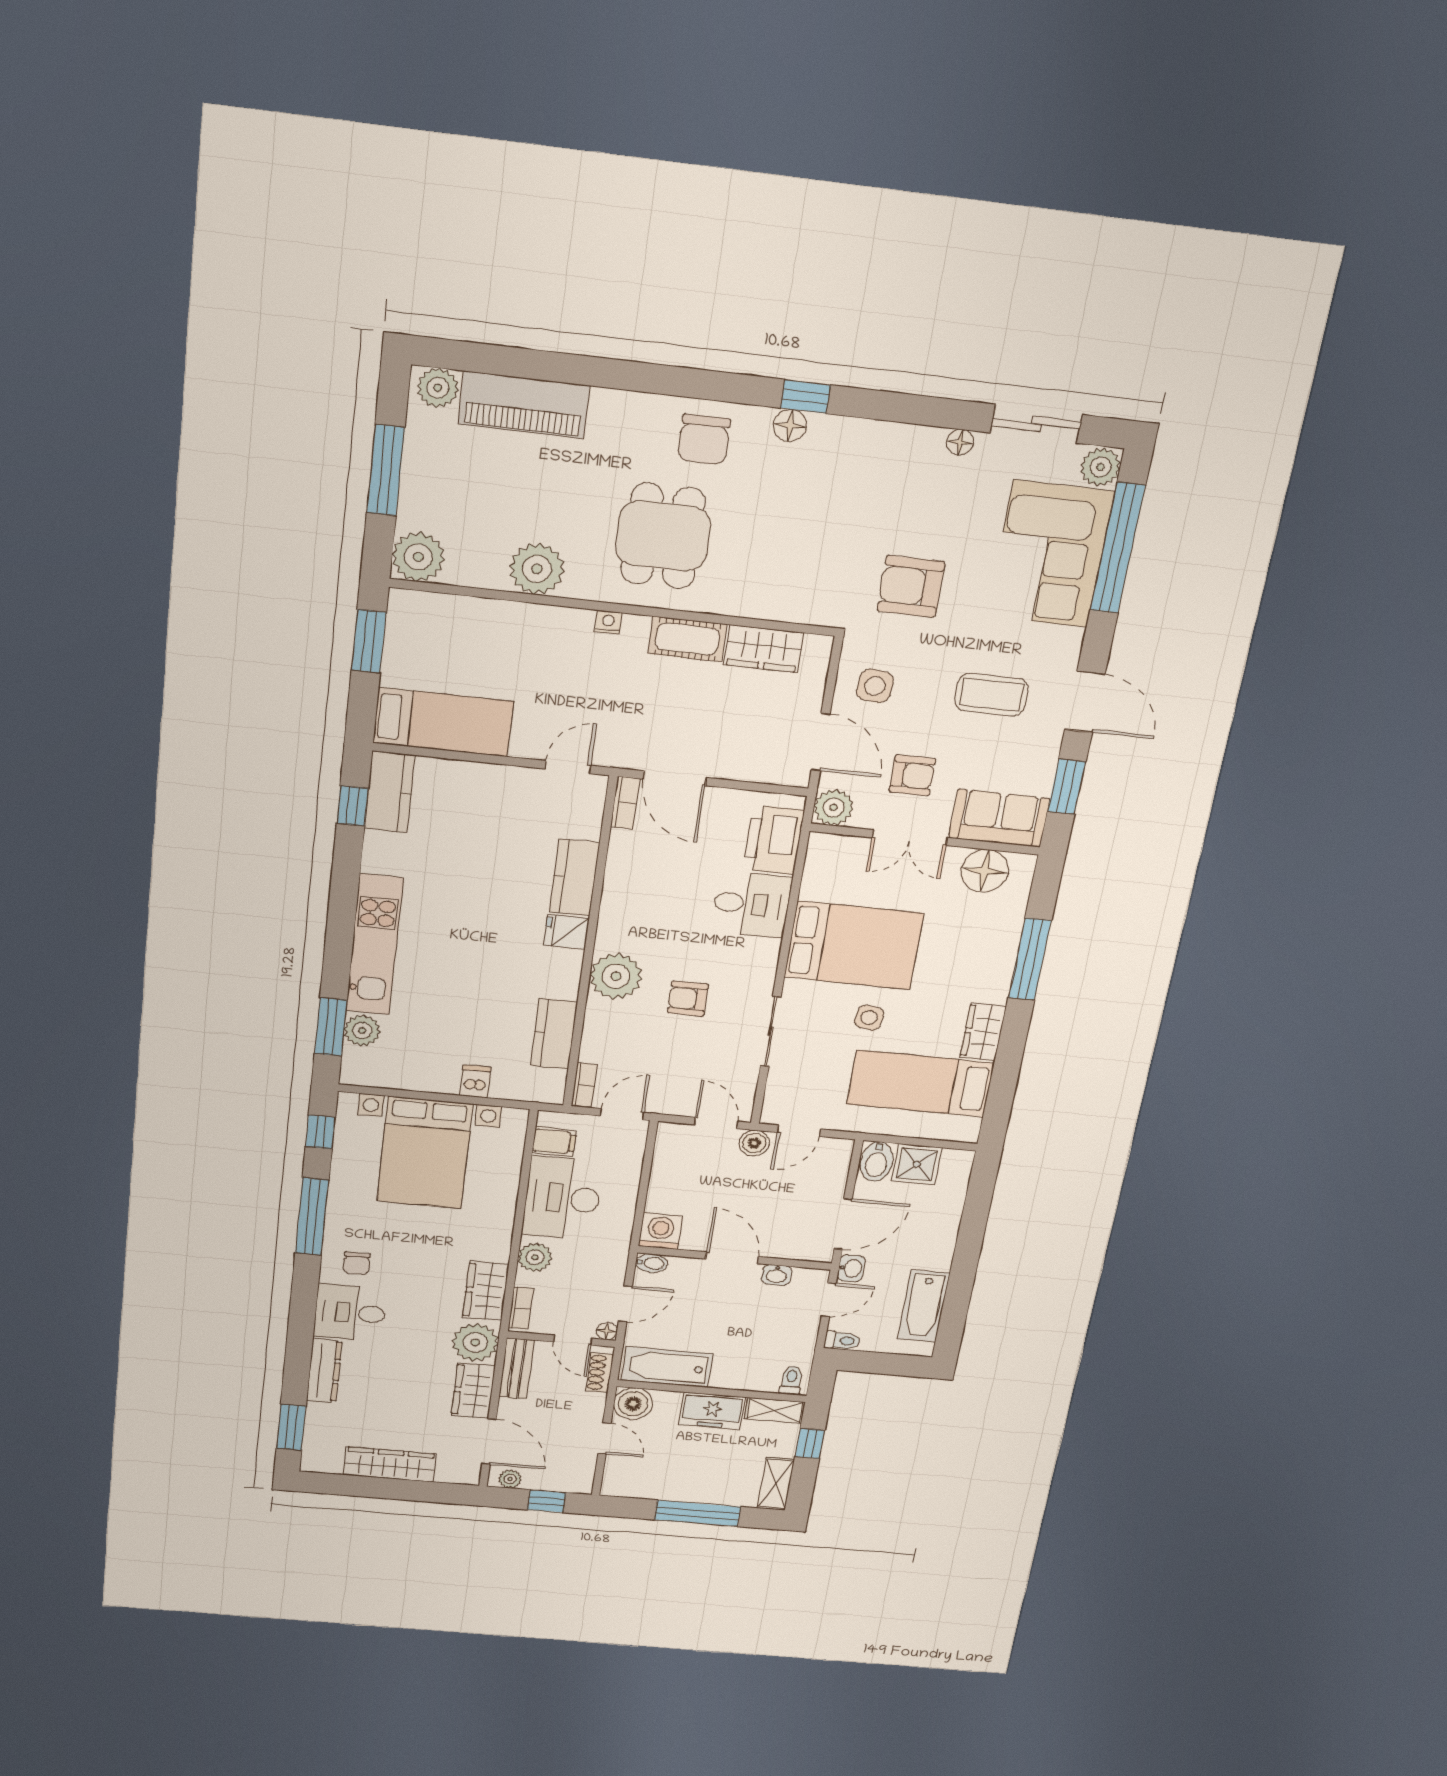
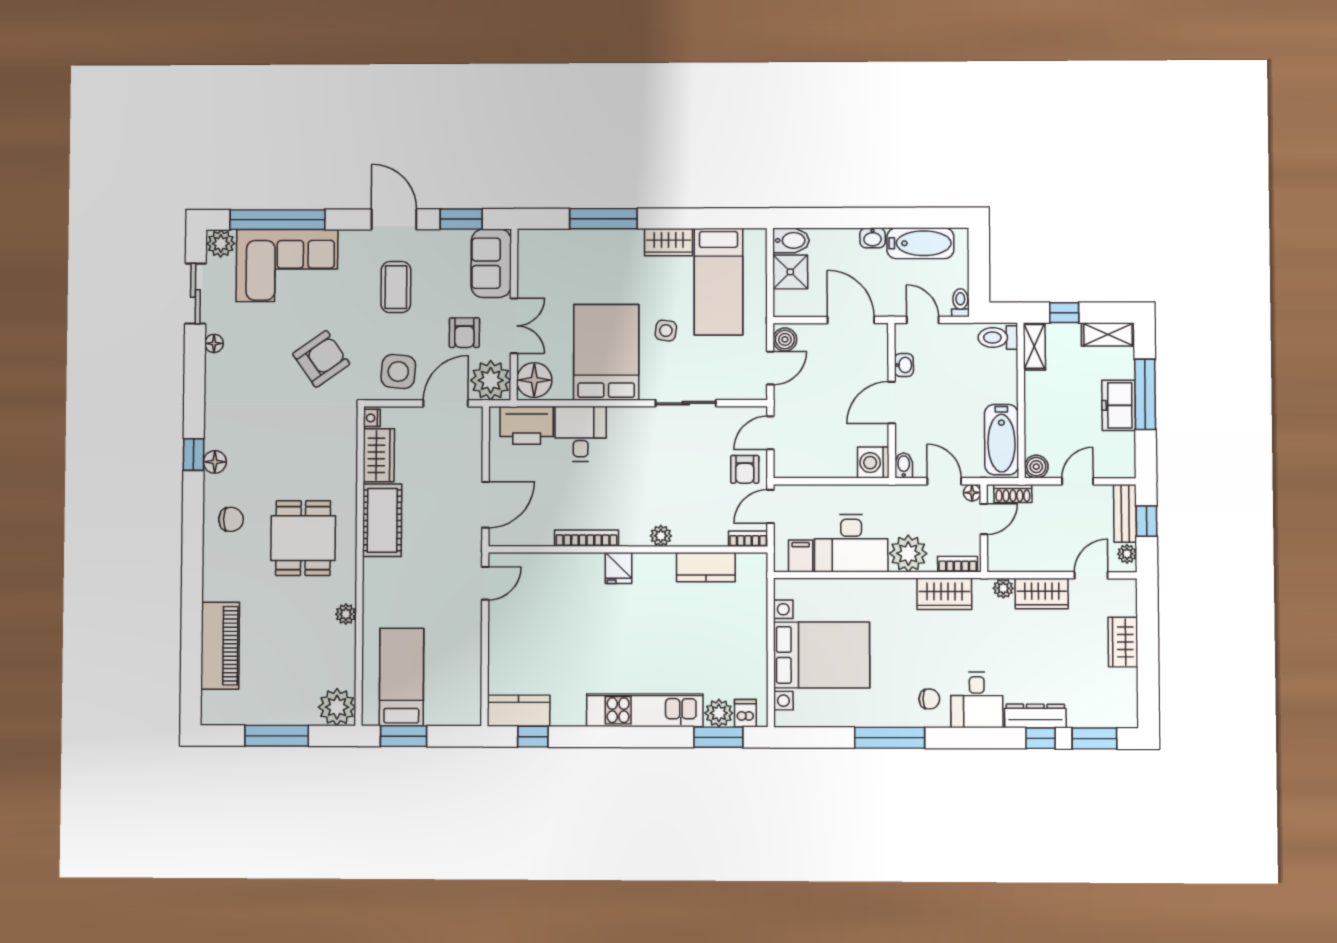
plant: (438, 388) -> (215, 705), removed
chair: (704, 439) -> (231, 519), width x0.73, depth x0.73
dining table: (663, 536) -> (303, 538), turned 90
plant: (537, 569) -> (346, 614), width x0.53, depth x0.53
armchair: (911, 586) -> (321, 359), turned -125
nightstand: (608, 622) -> (372, 418), moved
cot: (687, 639) -> (382, 520), width x1.37, depth x1.34
side table: (875, 686) -> (398, 372), width x1.37, depth x1.37
door: (1085, 702) -> (394, 219), hinge flipped
bed: (443, 722) -> (402, 677), moved
door: (568, 767) -> (485, 583), swing flipped
armchair: (912, 775) -> (464, 333), turned 180
bookcase: (625, 803) -> (586, 538), moved, width x1.56
plant: (834, 807) -> (491, 380), width x1.36, depth x1.36
floor lamp: (985, 871) -> (534, 380), moved
kitchen counter: (575, 878) -> (573, 568), removed
plant: (616, 976) -> (661, 536), width x0.53, depth x0.53
armchair: (688, 999) -> (745, 469), moved
dishwasher: (475, 1081) -> (745, 713), moved, turned 90
door: (622, 1114) -> (770, 506), hinge flipped
door: (799, 1131) -> (770, 368), hinge flipped
window: (320, 1132) -> (1040, 738), moved
boiler: (754, 1143) -> (785, 339), moved
bidet: (877, 1162) -> (791, 240), moved
plant: (535, 1257) -> (908, 553), width x1.36, depth x1.36
washbasin: (851, 1268) -> (873, 238), moved, turned 180
plant: (475, 1342) -> (1003, 588), width x0.53, depth x0.53
bench: (516, 1368) -> (1125, 513), moved, turned 90
toilet: (791, 1380) -> (998, 338), width x1.37, depth x1.39
boiler: (633, 1404) -> (1036, 467), width x0.73, depth x0.73
freezer: (712, 1411) -> (1119, 405), moved, turned 180
door: (489, 1442) -> (1091, 575), width x0.73
wardrobe: (390, 1464) -> (1123, 642), width x0.67

